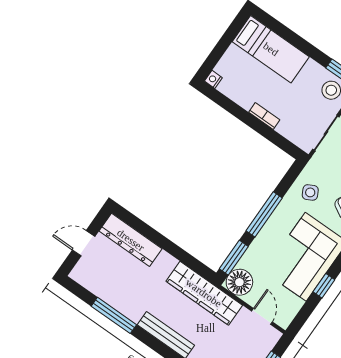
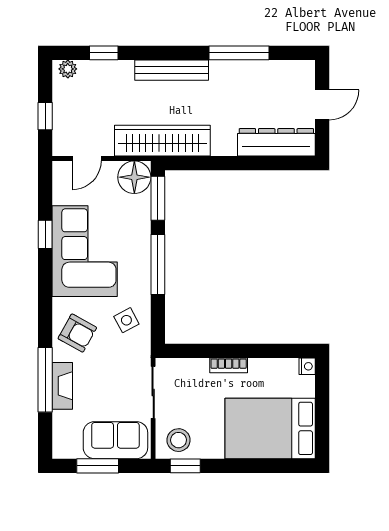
bed: (271, 49) -> (270, 428), width x1.50
door: (262, 316) -> (87, 158), hinge flipped

